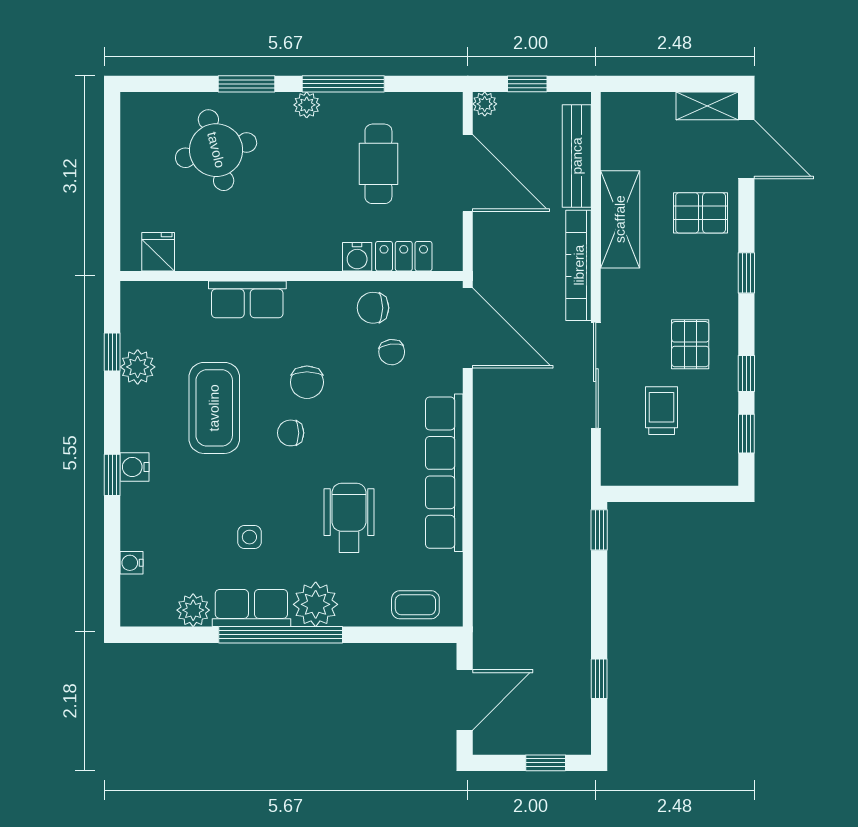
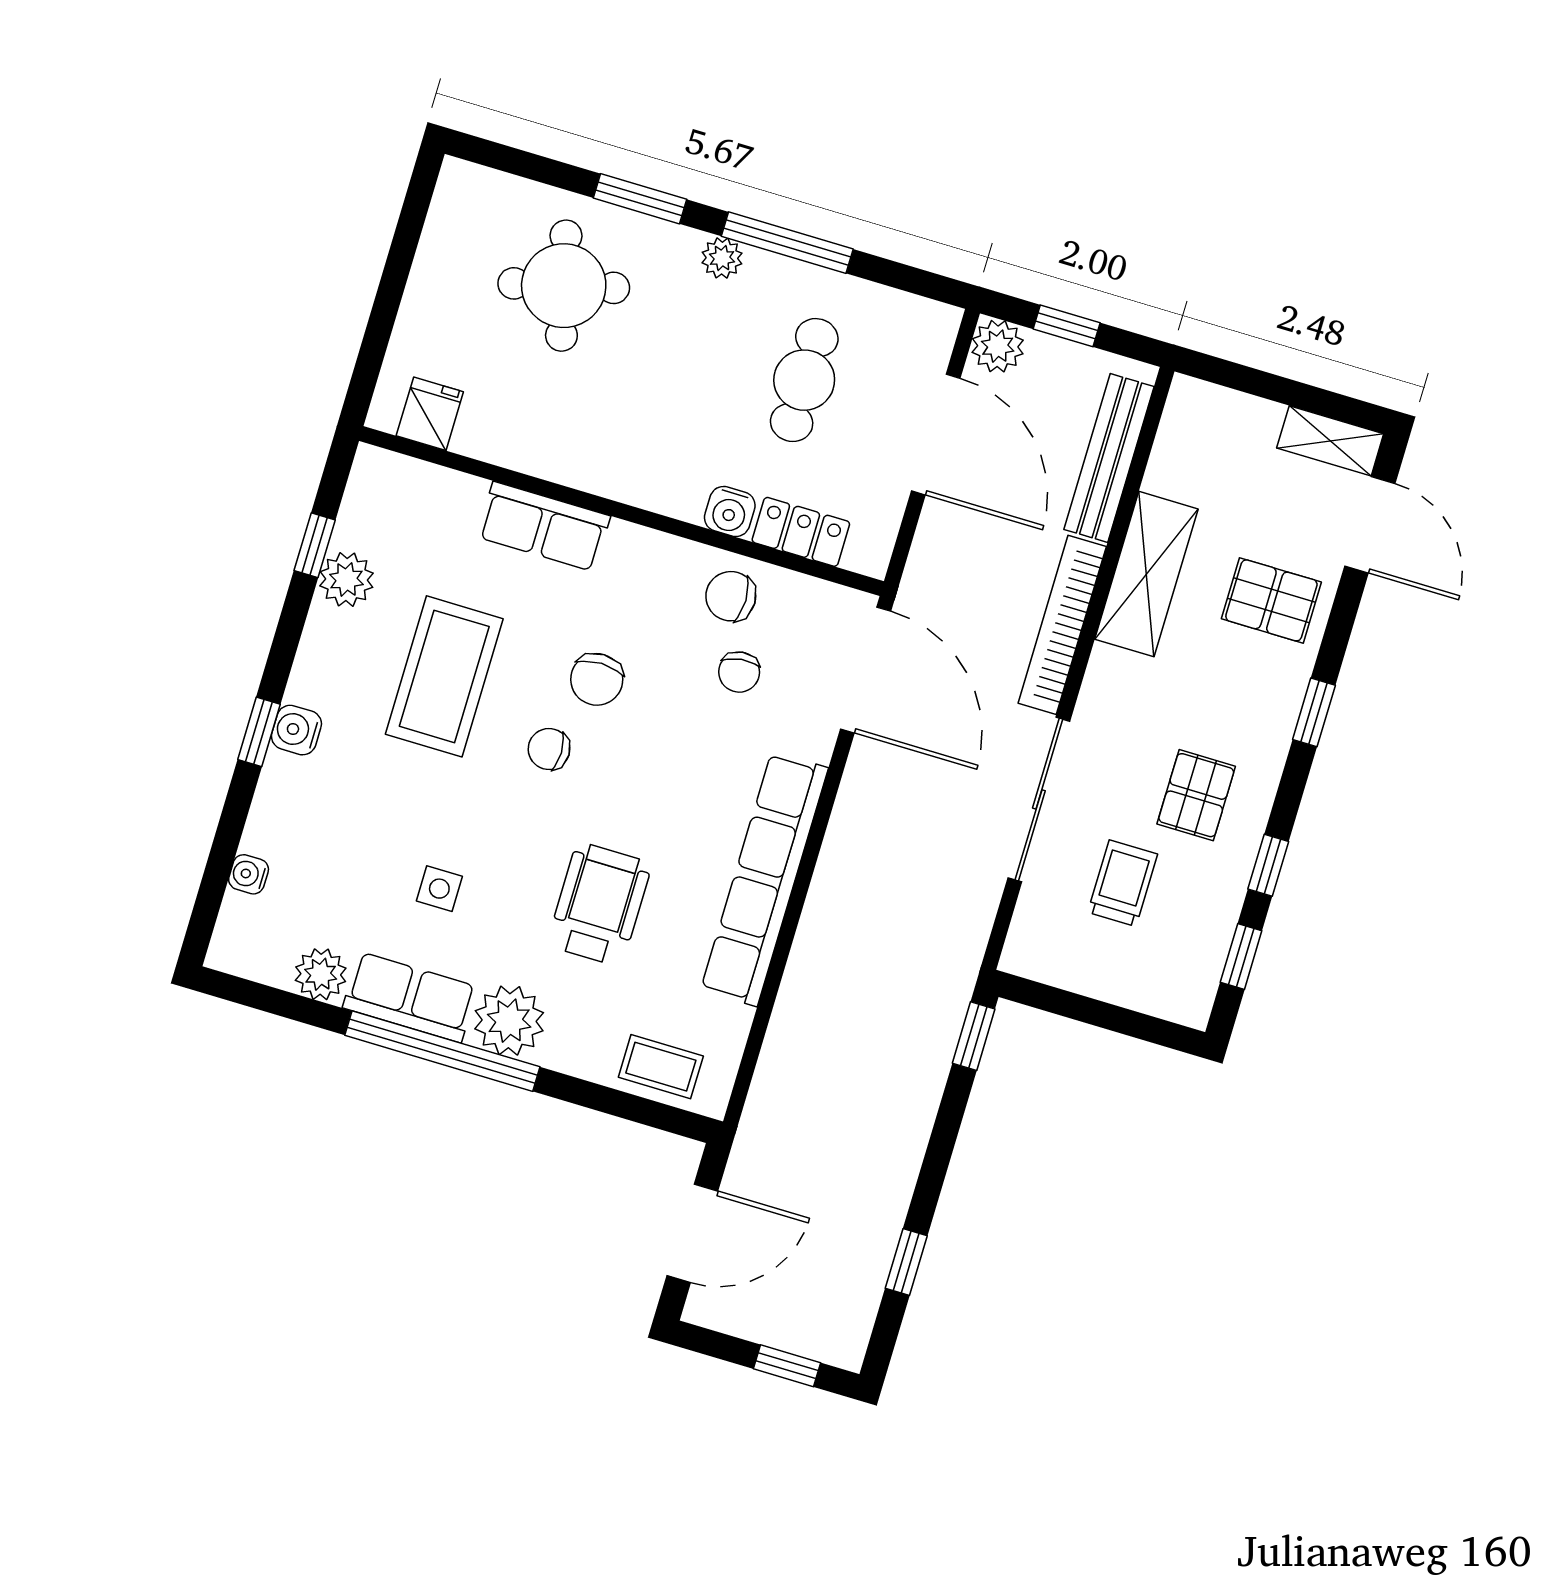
plant: (485, 104) -> (998, 346), width x1.38, depth x1.38

